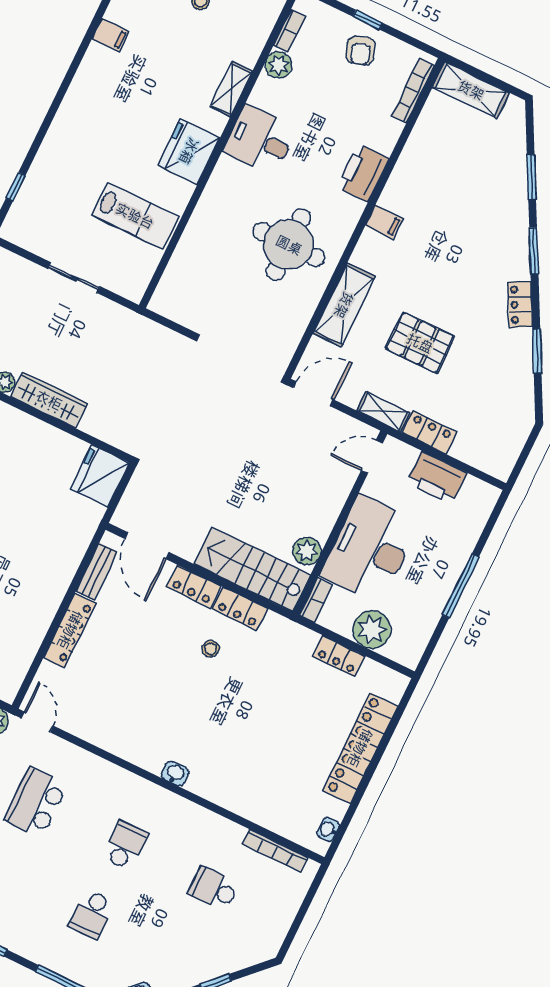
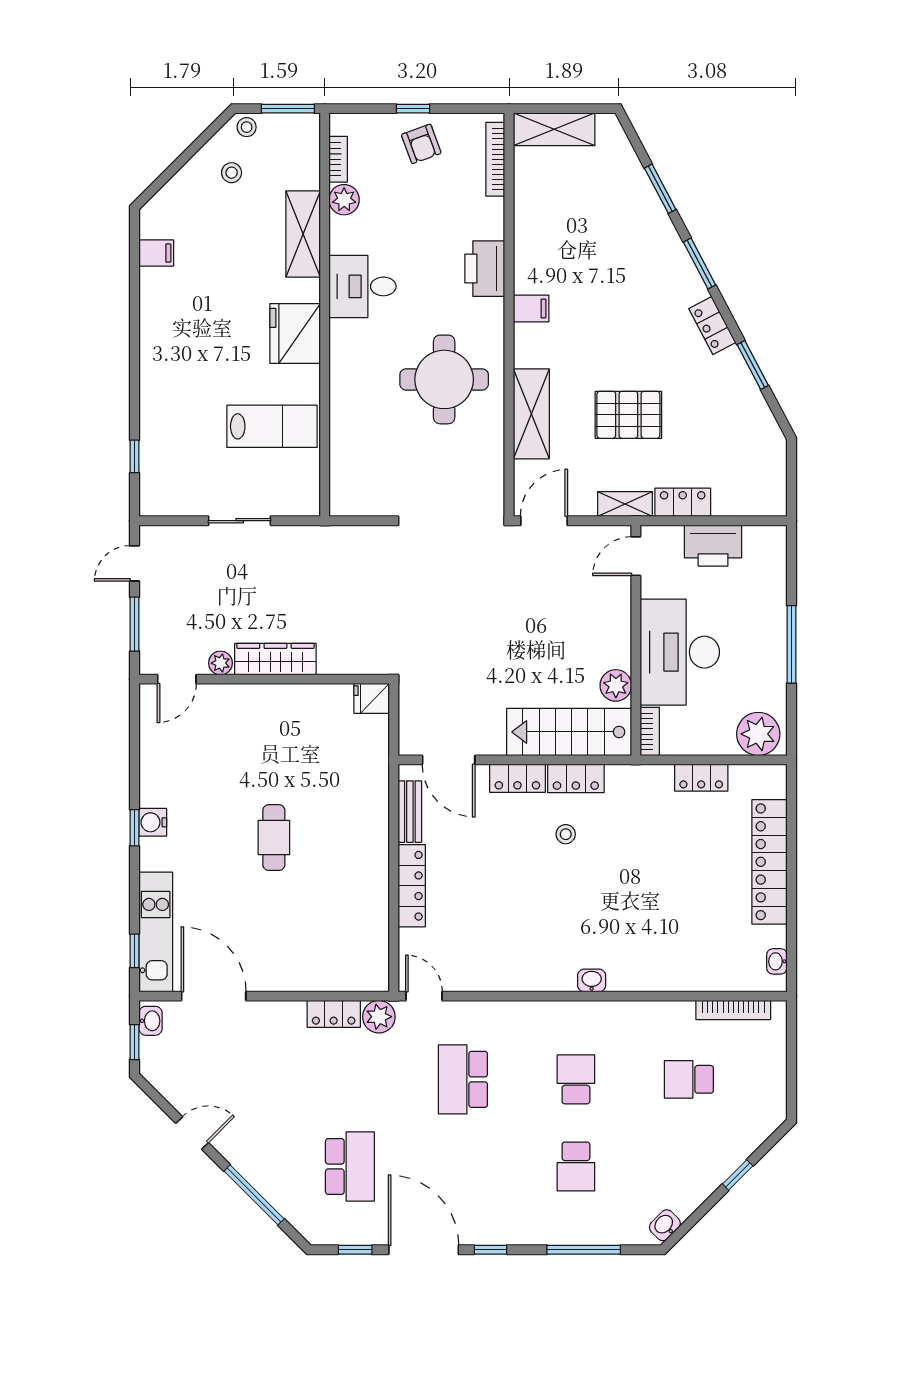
shelving: (231, 89) -> (303, 234), width x1.50, depth x1.33
fridge: (100, 476) -> (372, 698), width x0.53, depth x0.75
plant: (372, 630) -> (758, 734), moved

